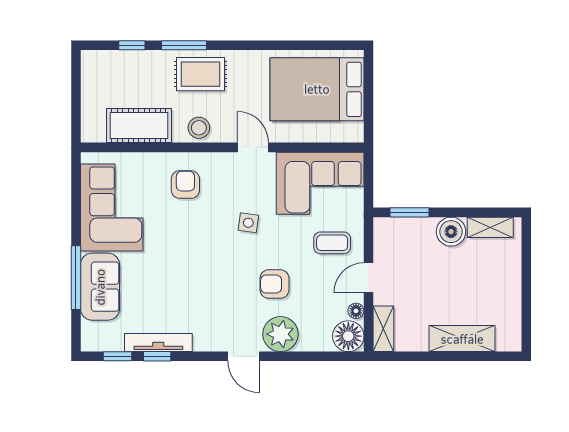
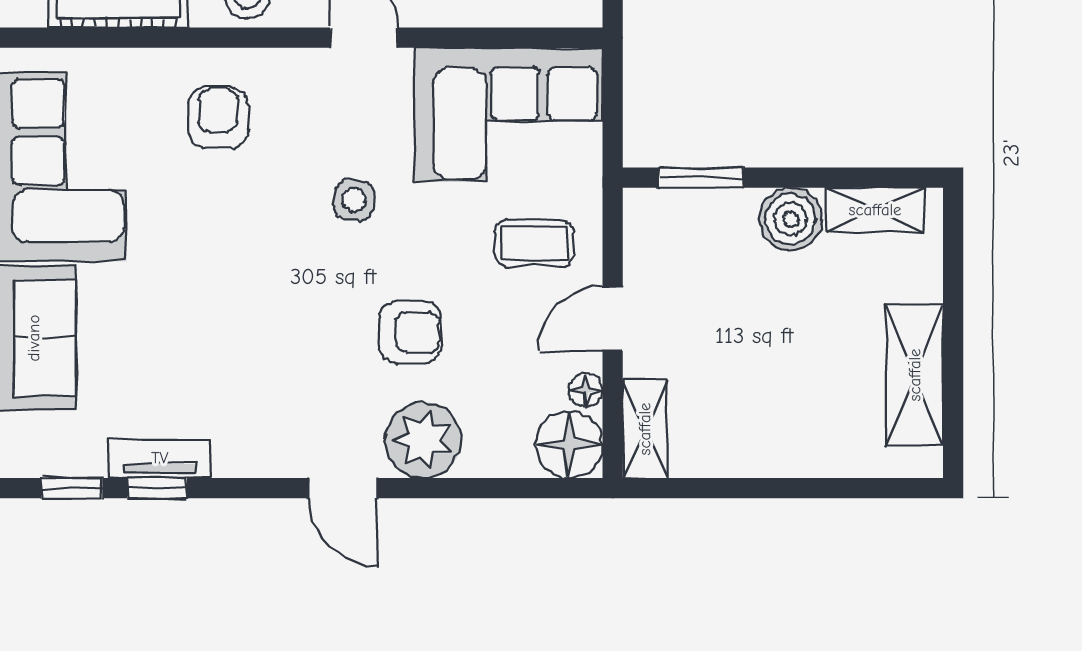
armchair: (275, 284) -> (410, 332), turned 180
shelving: (462, 339) -> (915, 375), moved, turned 90
tv unit: (158, 343) -> (160, 458), width x0.71

